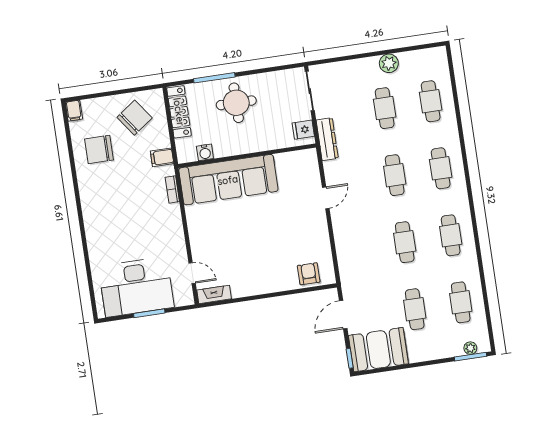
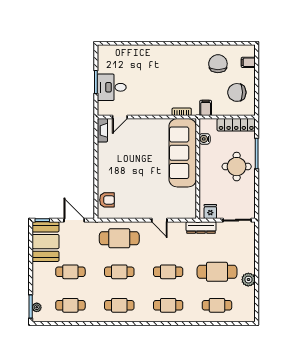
cafe table: (385, 108) -> (217, 272), width x1.37, depth x1.35
filing cabinet: (74, 111) -> (248, 62), moved
chair: (135, 118) -> (237, 92), turned 126
cafe table: (359, 249) -> (119, 238), added
desk: (136, 287) -> (112, 87), width x0.53, depth x0.77

